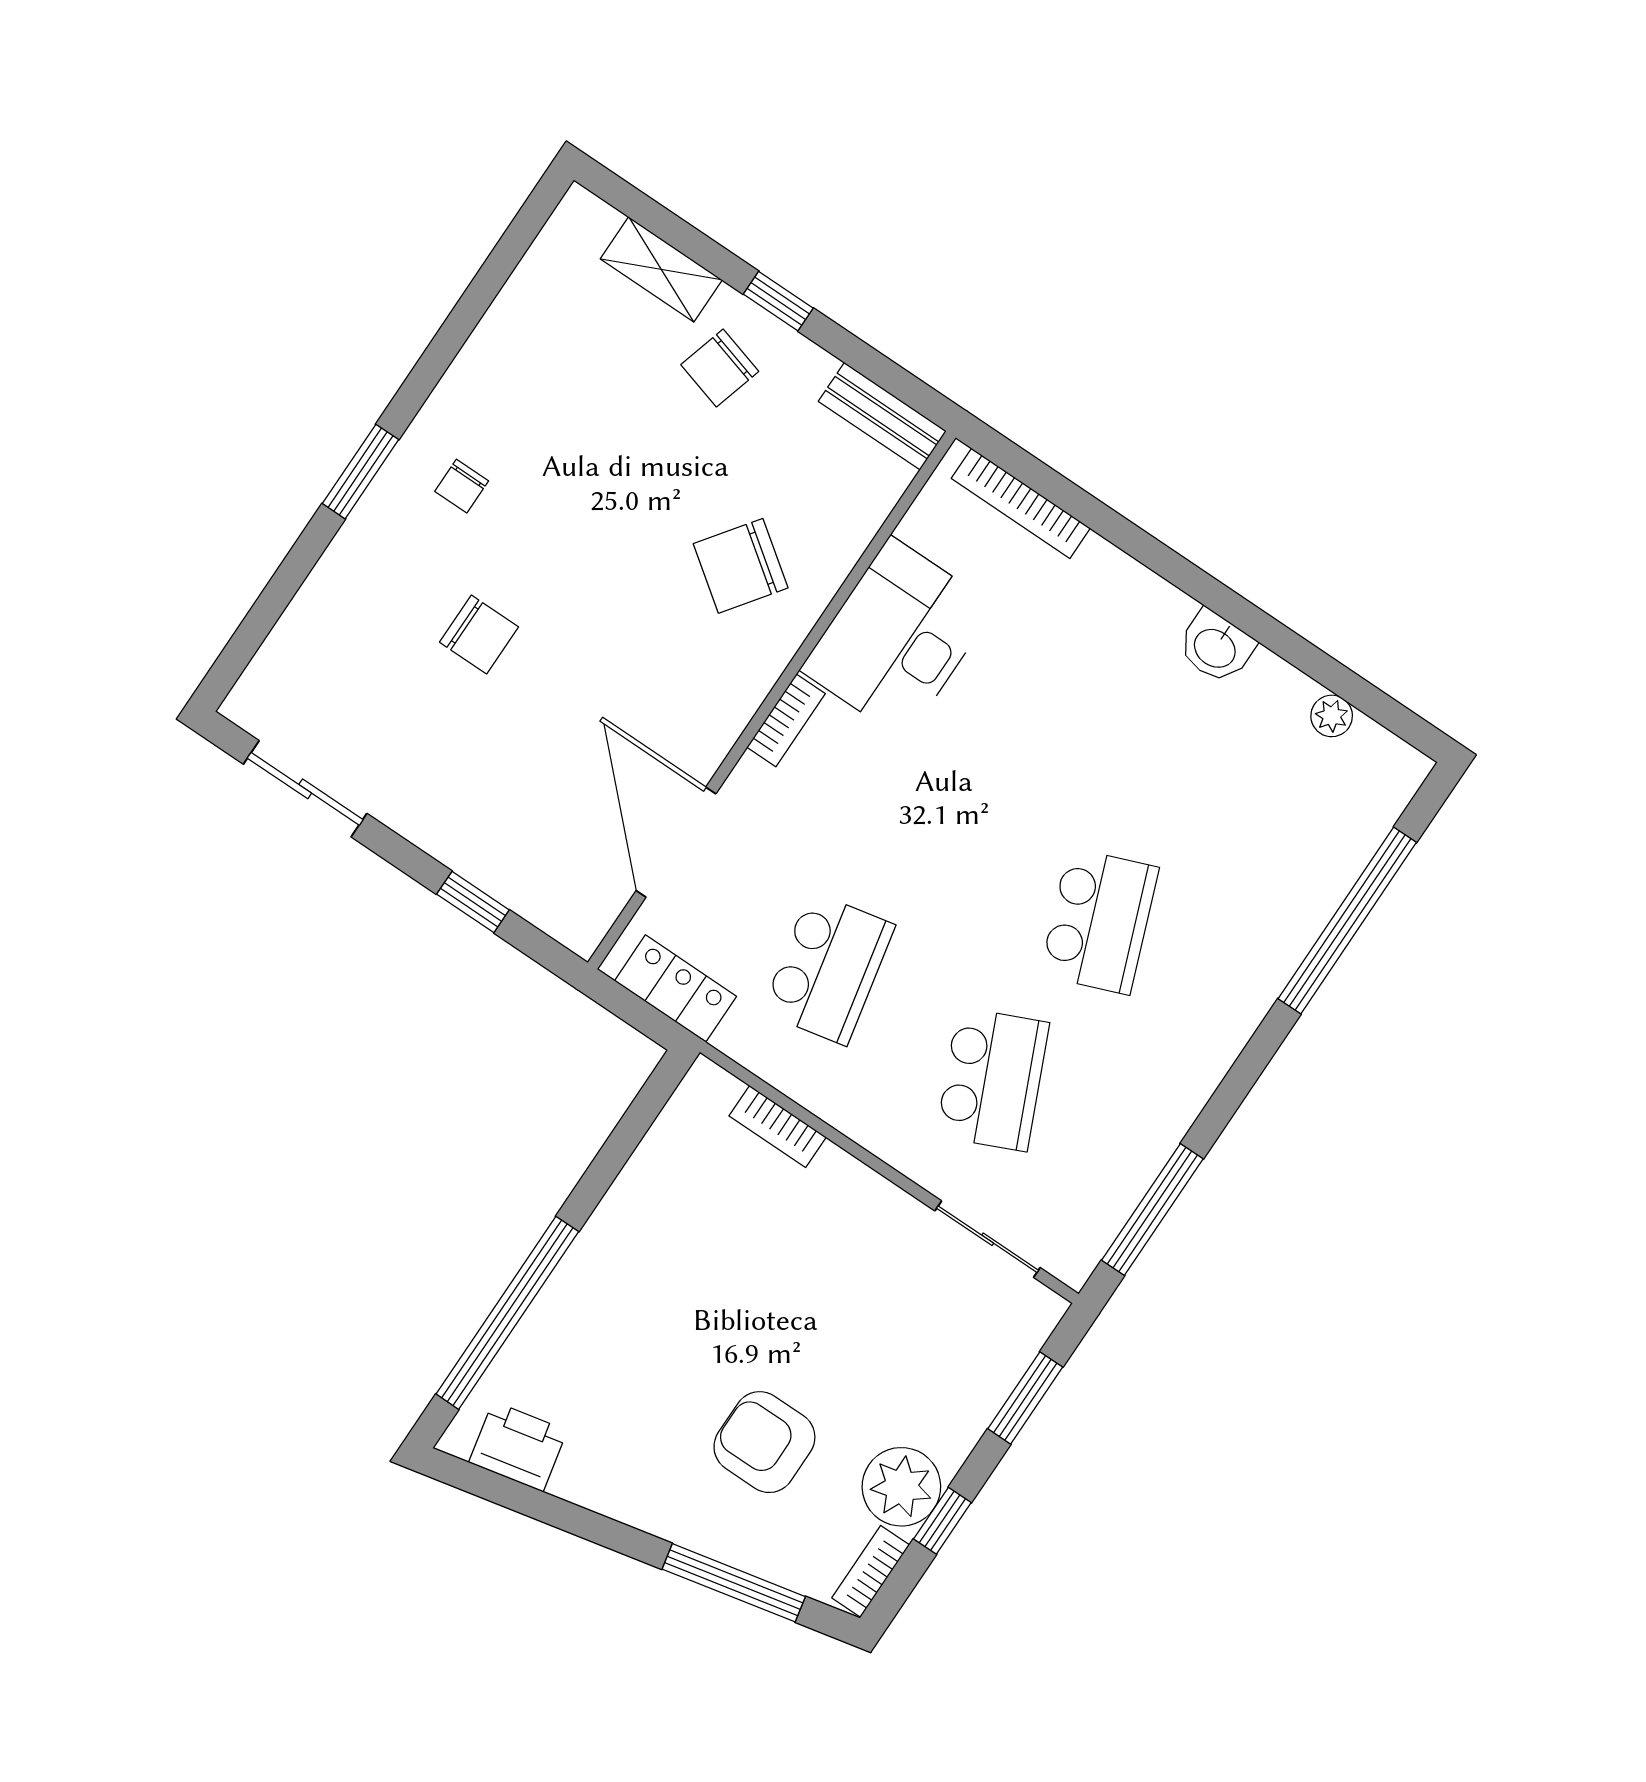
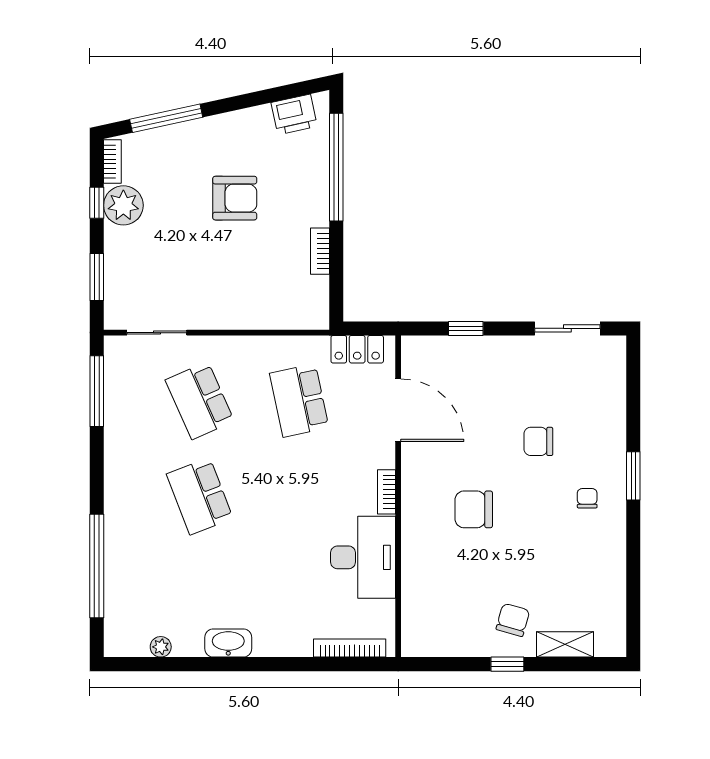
bench: (882, 416) -> (432, 645), removed
chair: (741, 566) -> (474, 509), moved, turned -126
washbasin: (1216, 647) -> (228, 643), width x1.38
bookcase: (778, 1126) -> (320, 251), moved, turned -90
armchair: (764, 1442) -> (235, 198), moved

